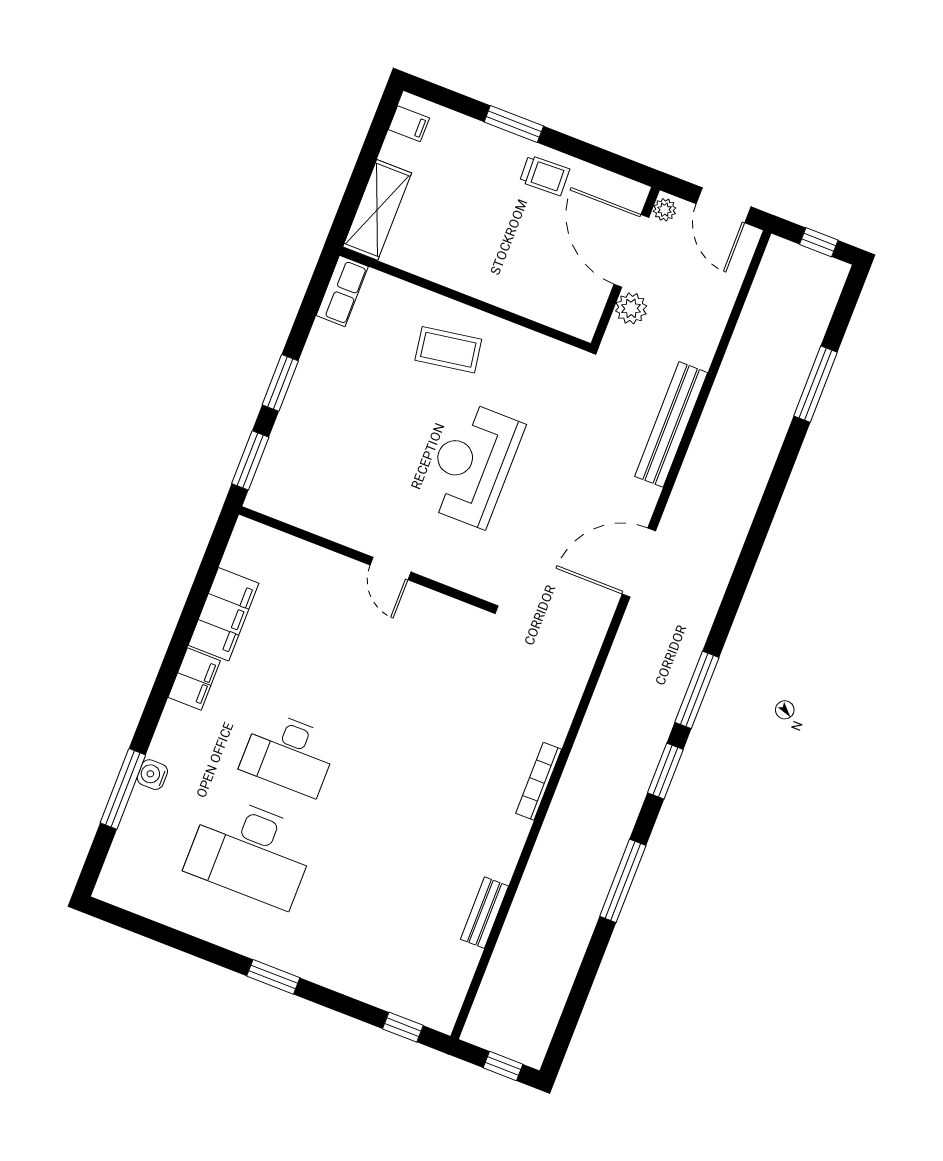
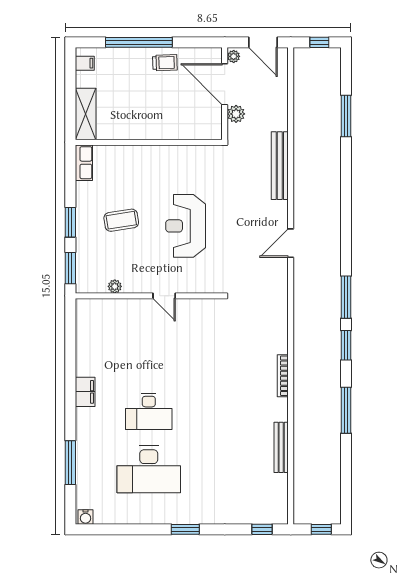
window: (514, 124) -> (139, 42), width x2.11
coffee table: (448, 350) -> (121, 220), moved
plant: (313, 520) -> (115, 286), added
door: (639, 562) -> (291, 243), width x0.73
filing cabinet: (223, 614) -> (87, 353), removed
water cooler: (152, 775) -> (85, 517), moved, turned -90
bench: (484, 913) -> (281, 447), width x1.36

